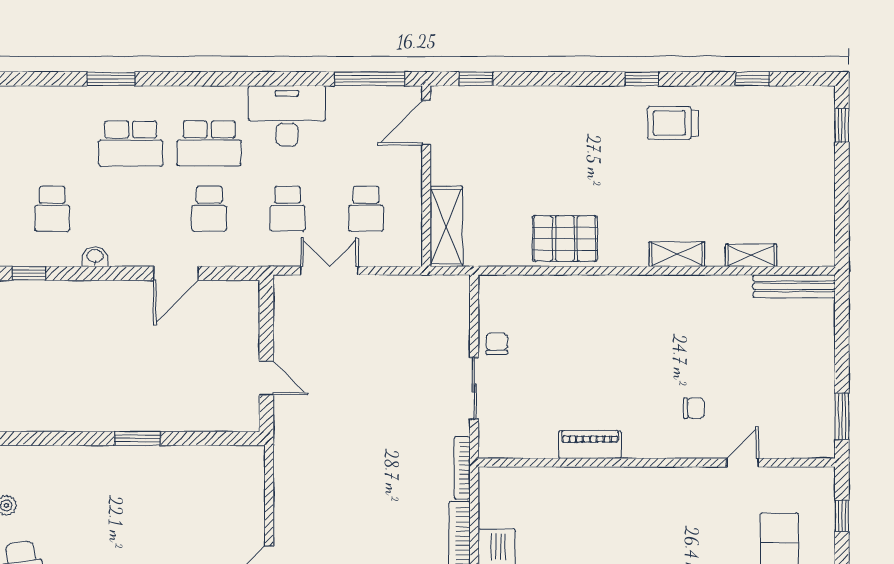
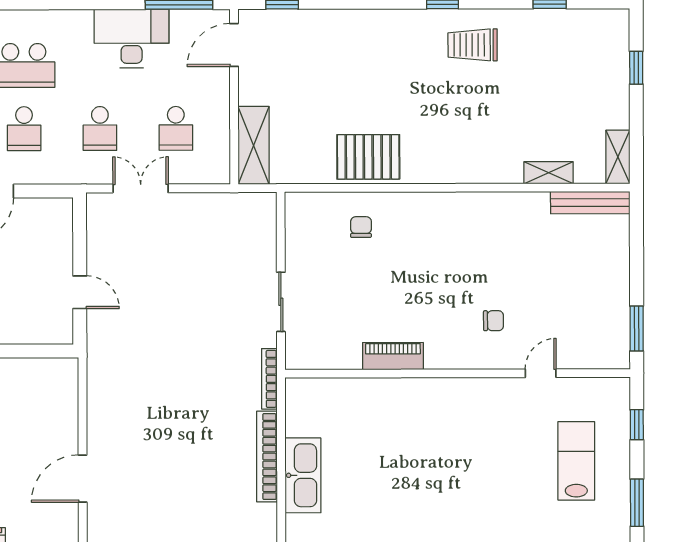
desk: (287, 116) -> (132, 39), moved
window: (842, 125) -> (636, 68), moved
shelving: (677, 254) -> (618, 157), moved, turned 90
chair: (497, 344) -> (361, 227), moved

